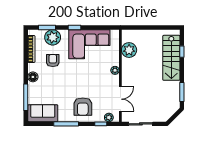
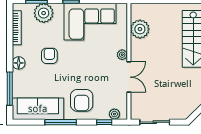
armchair: (53, 61) -> (49, 56), moved
double door: (120, 99) -> (129, 77), moved
sofa: (43, 113) -> (38, 109), width x1.36

